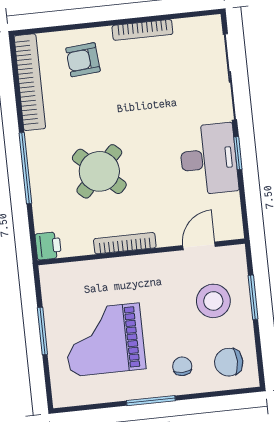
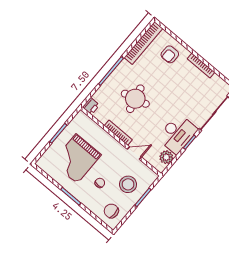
armchair: (83, 60) -> (170, 54), turned -85
round table: (99, 171) -> (135, 99), turned 33
plant: (227, 208) -> (166, 157), added
door: (199, 246) -> (134, 153), moved
grand piano: (104, 340) -> (77, 159), turned -90
chair: (182, 366) -> (100, 183), moved

